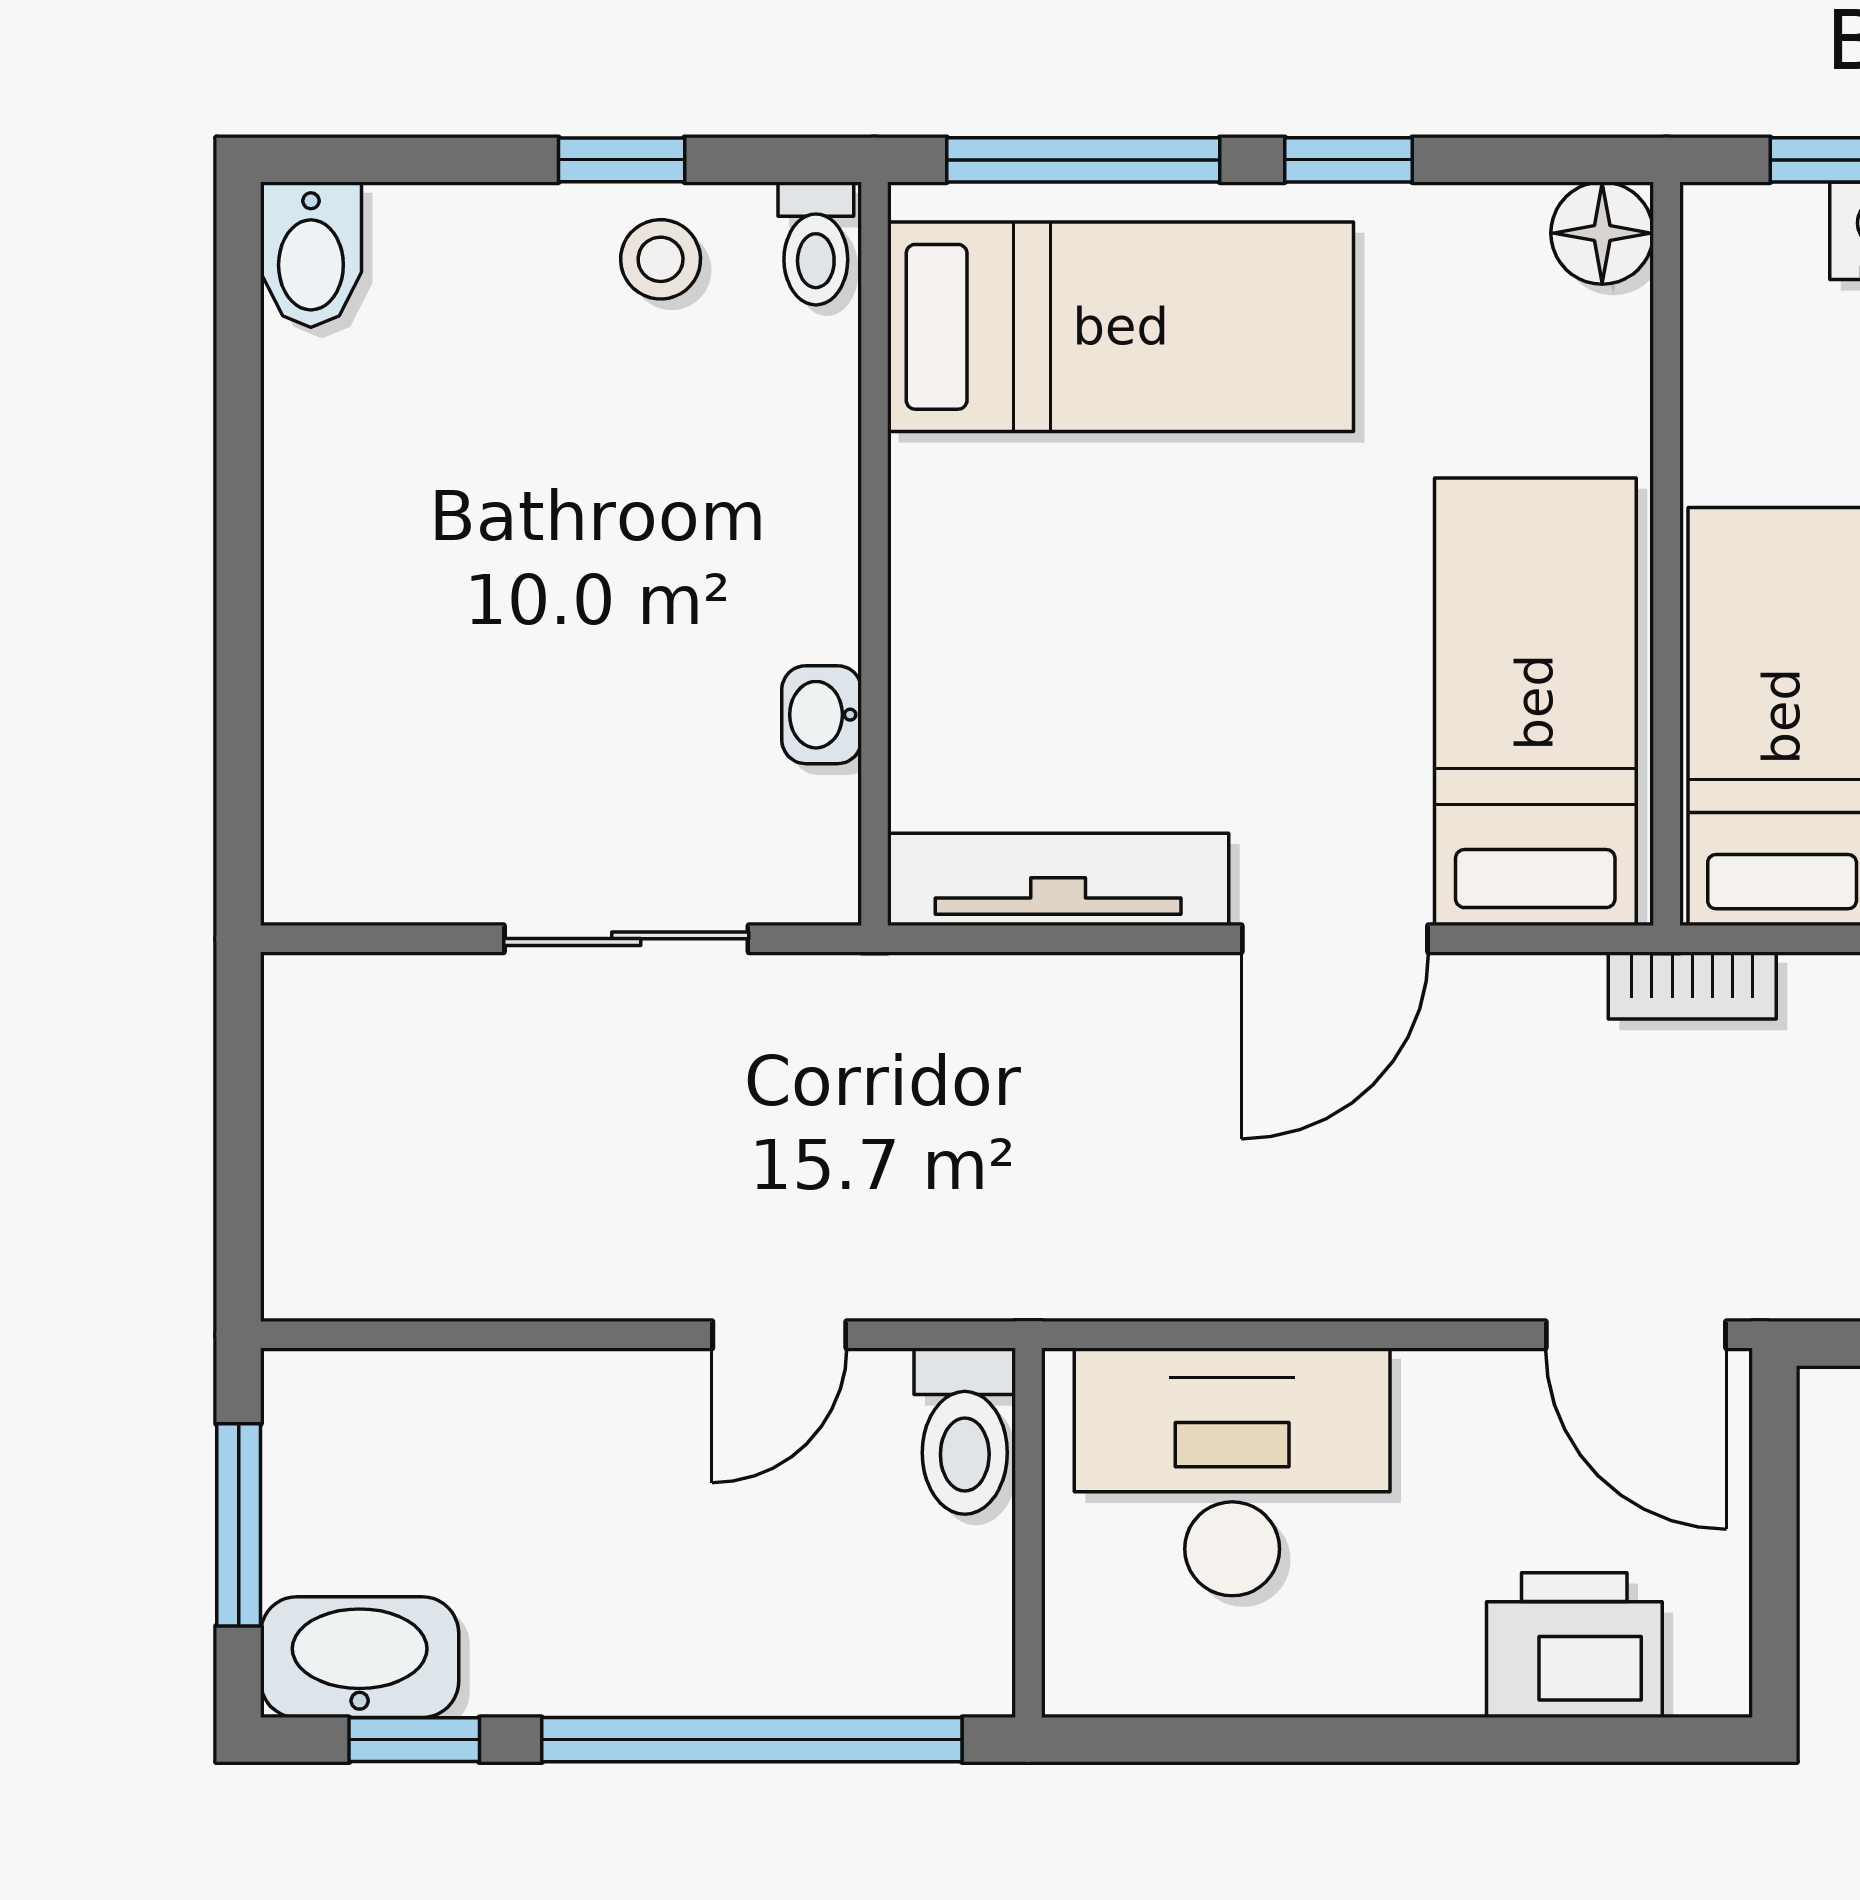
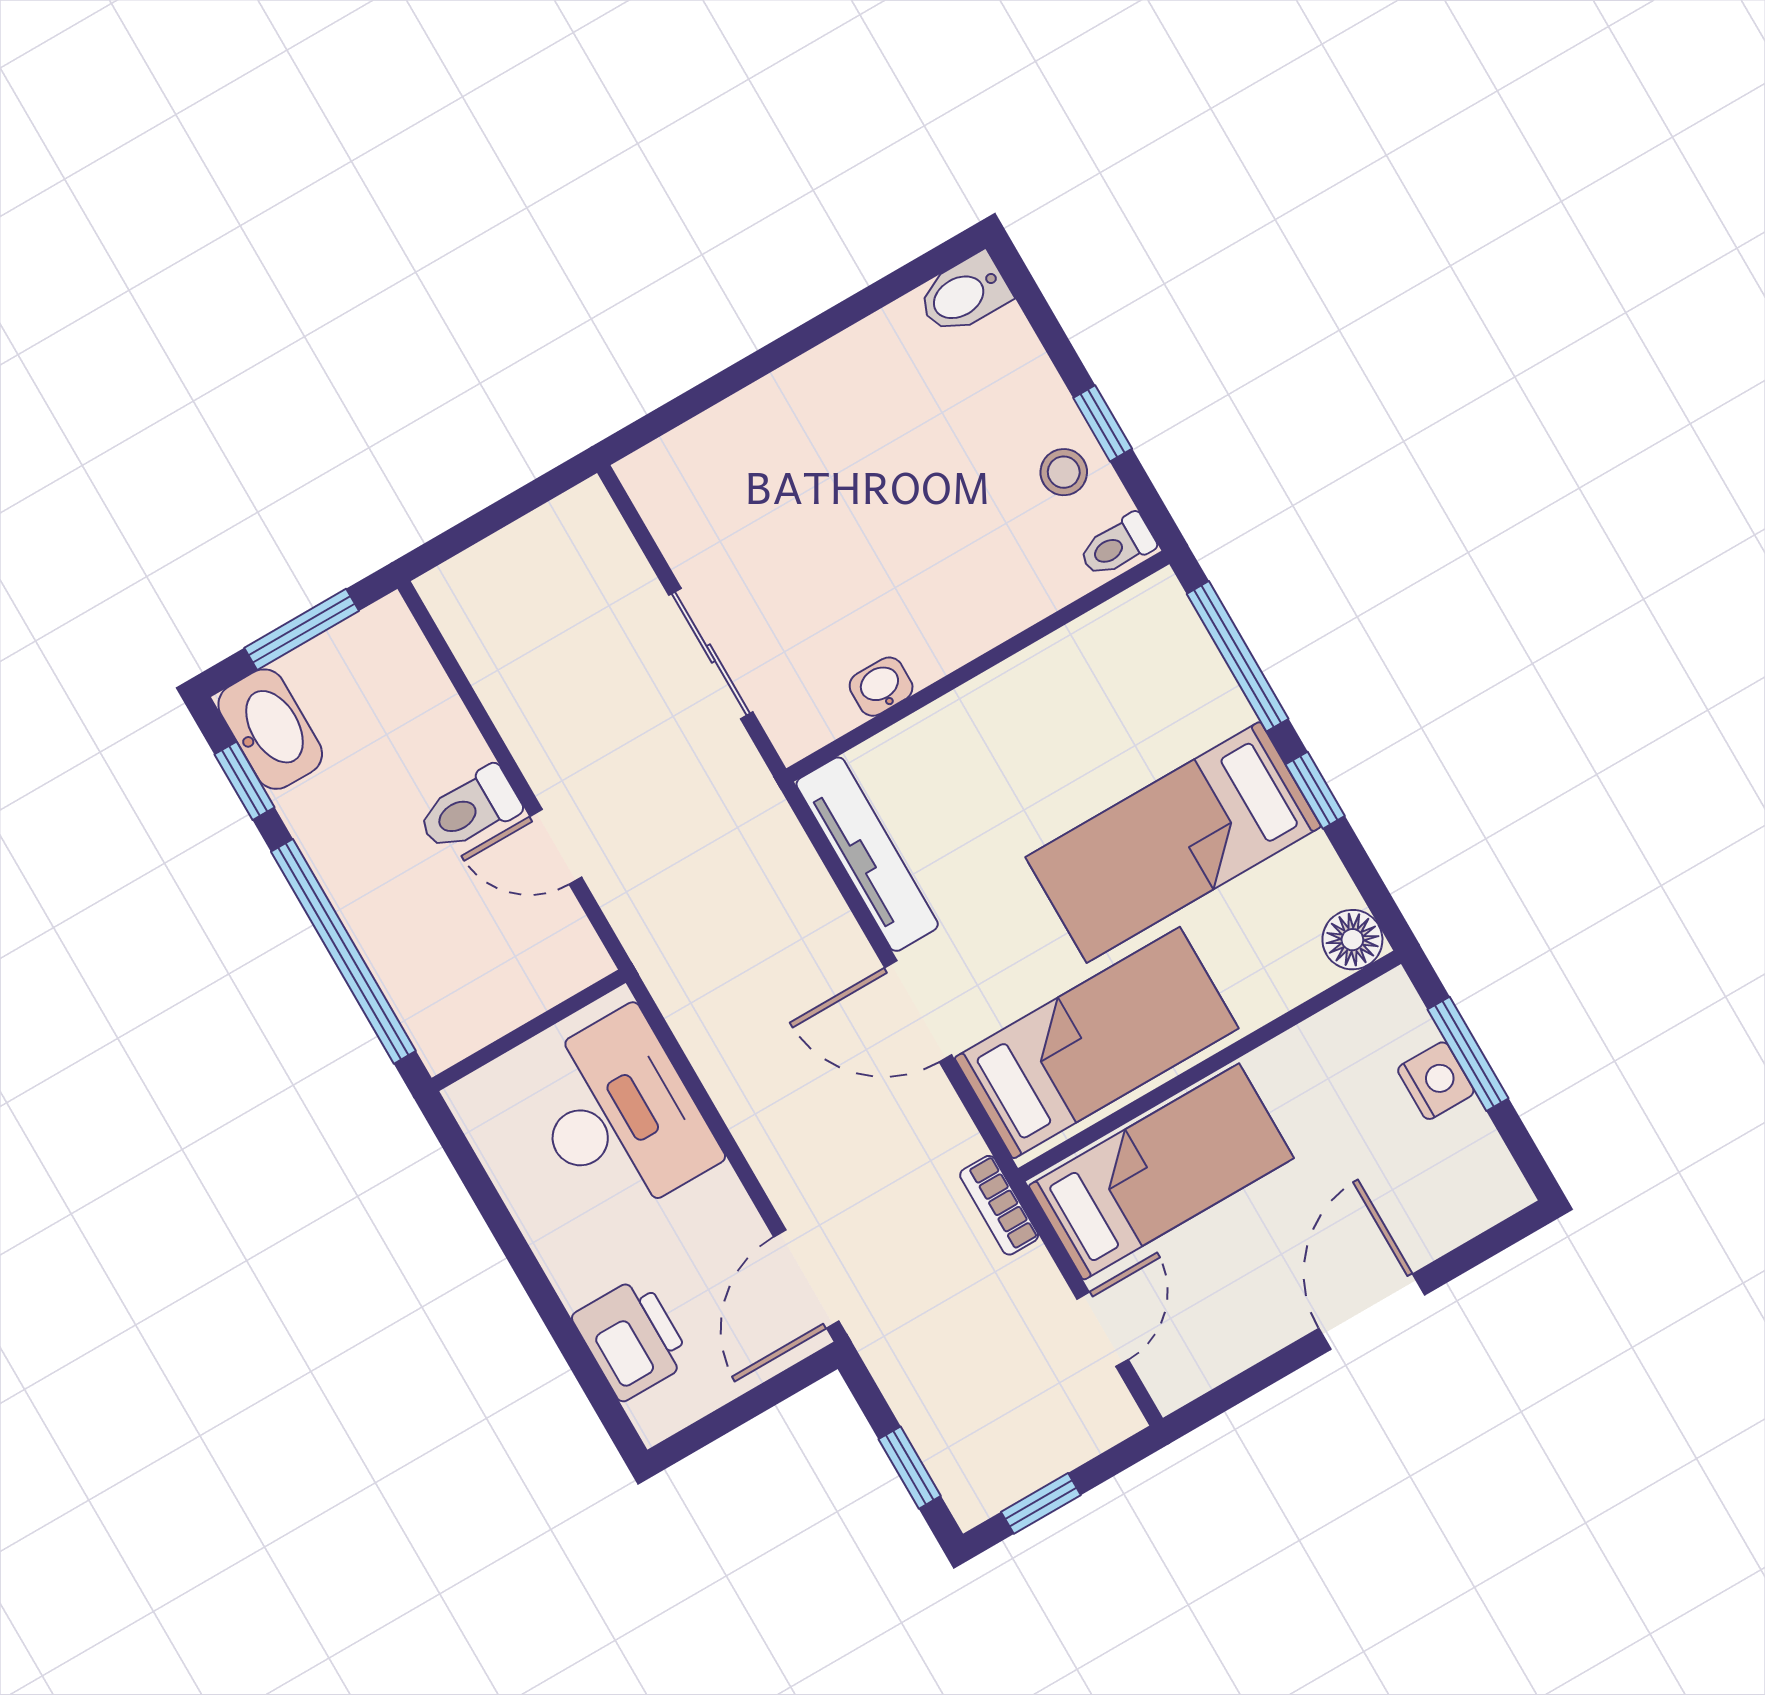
bed: (1121, 327) -> (1173, 842), moved, turned 90
toilet: (965, 1431) -> (469, 810), moved

